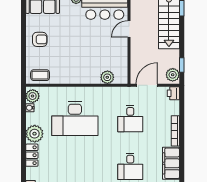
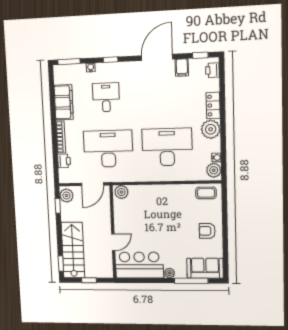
plant: (107, 77) -> (121, 192), moved
printer: (173, 93) -> (64, 161), moved
desk: (130, 119) -> (108, 149), width x1.87, depth x1.30

